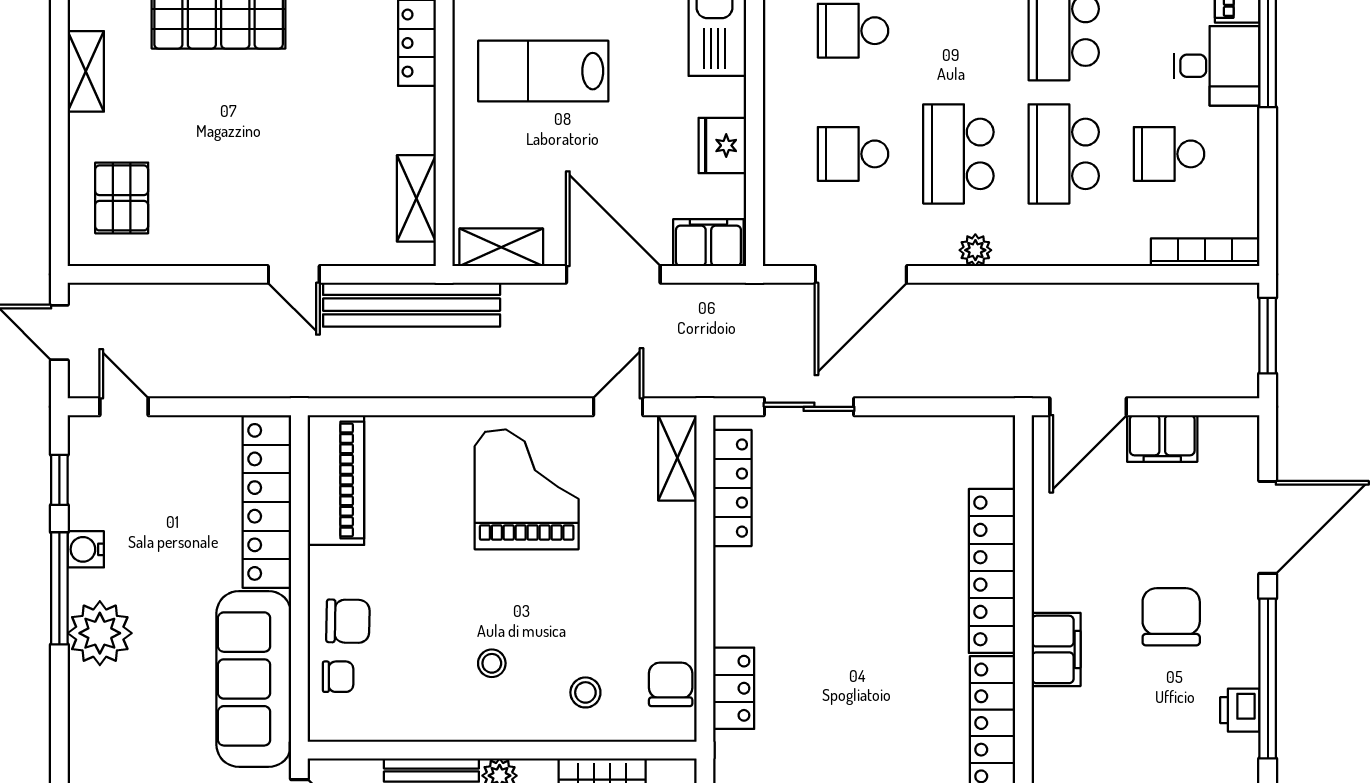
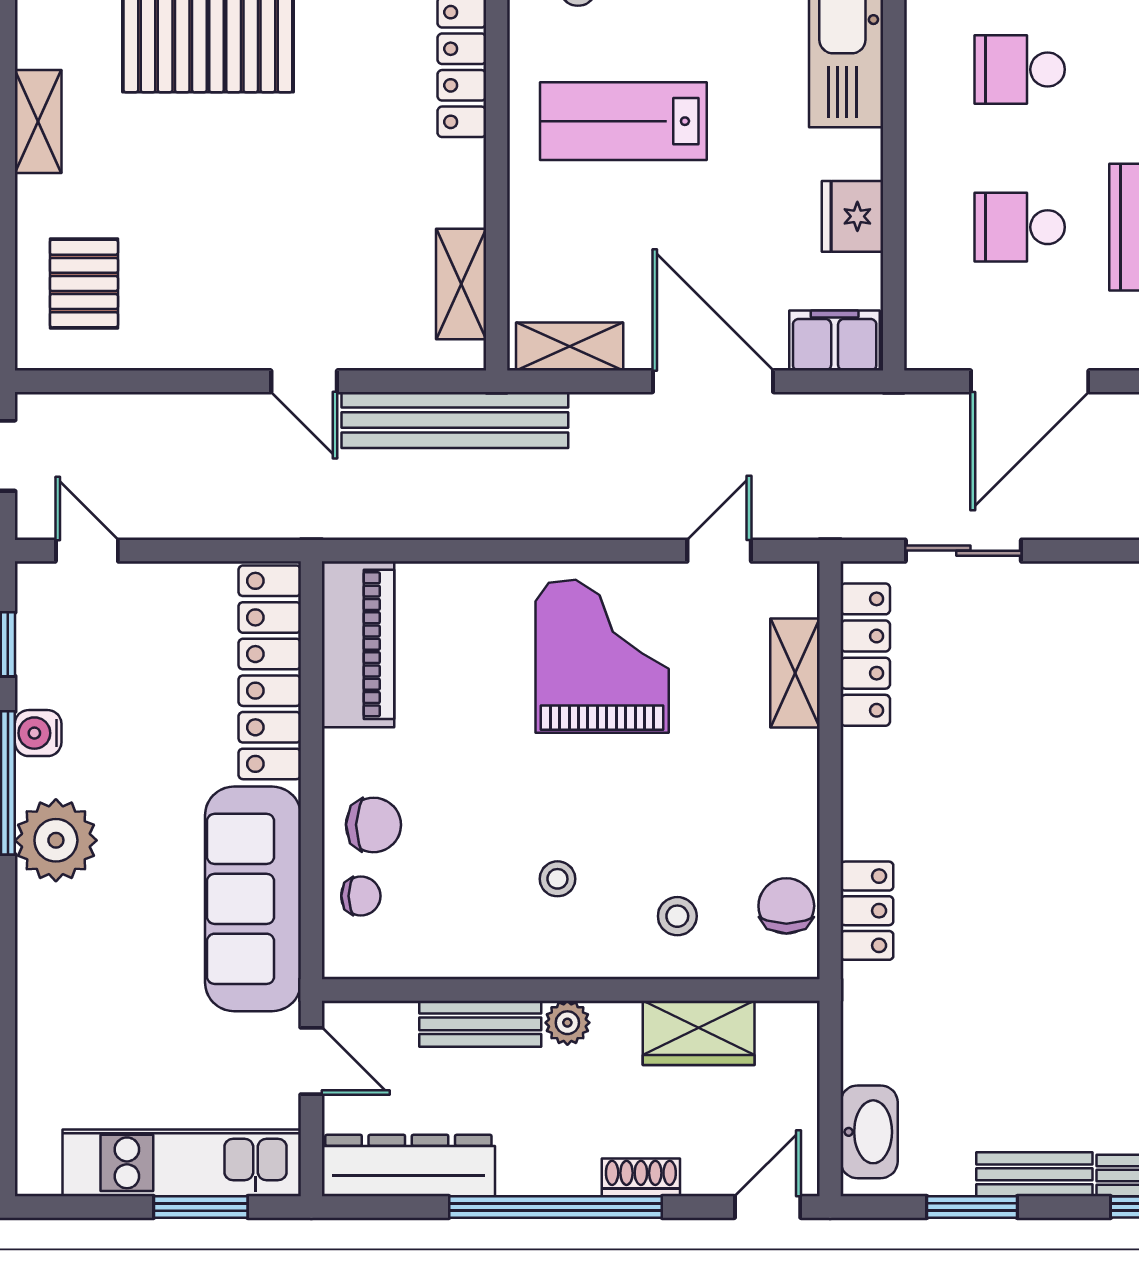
shelving: (677, 458) -> (795, 673), moved

